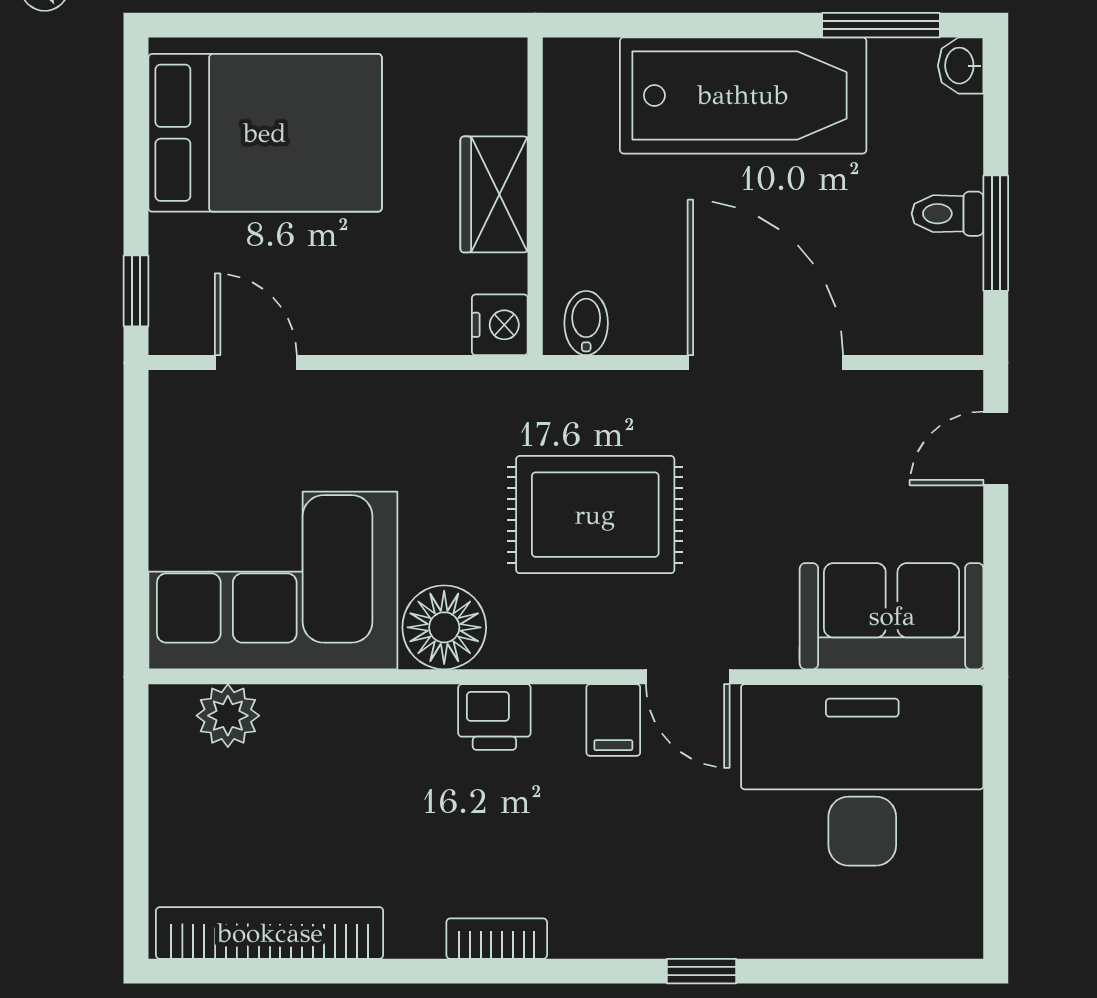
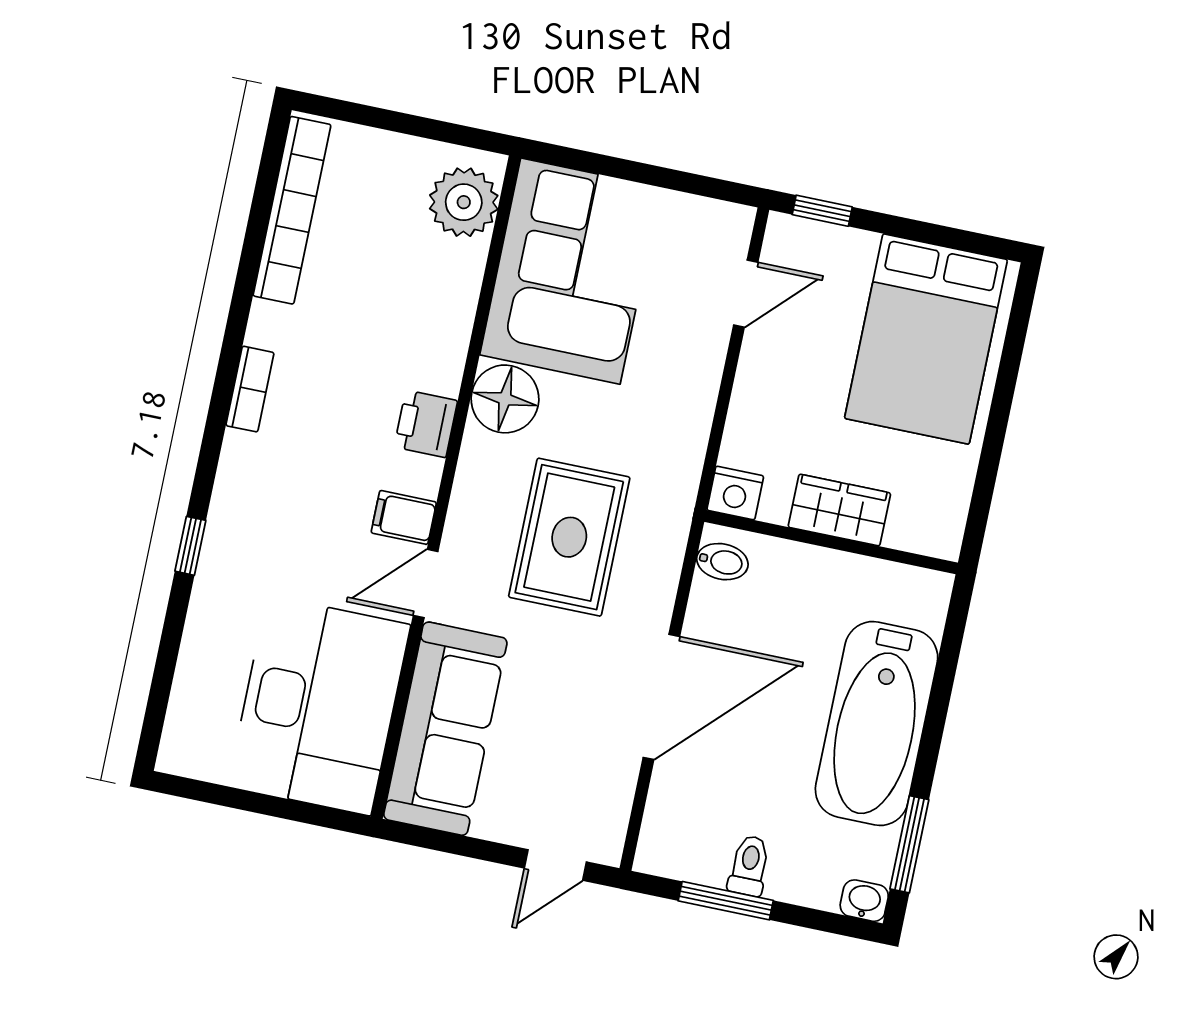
door: (996, 448) -> (555, 865), swing flipped
sofa: (892, 616) -> (445, 729), width x1.36
plant: (228, 716) -> (464, 202), width x1.36, depth x1.36

